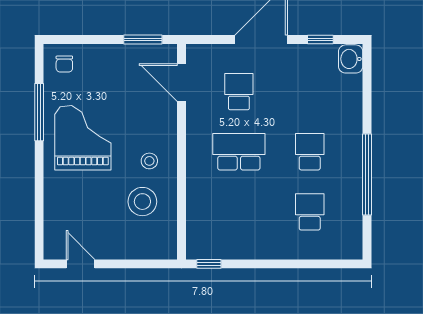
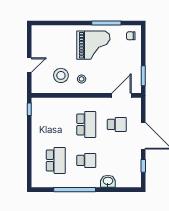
washbasin: (351, 59) -> (108, 181), moved
school desk: (310, 212) -> (56, 160), width x1.85
door: (81, 264) -> (29, 65), moved

